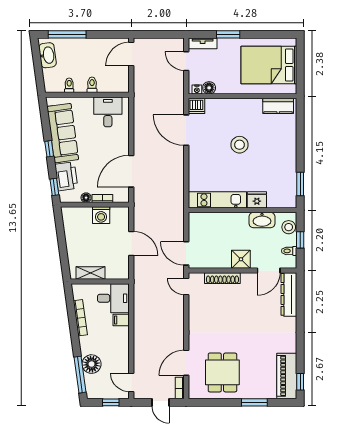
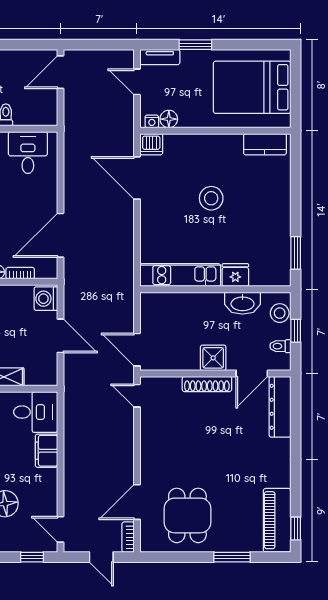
washing machine: (101, 215) -> (46, 299), moved, turned 90
shoe rack: (222, 278) -> (207, 384), moved
filing cabinet: (121, 320) -> (46, 451), width x2.00

